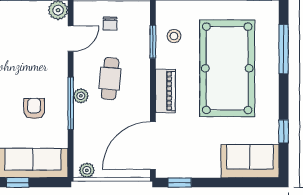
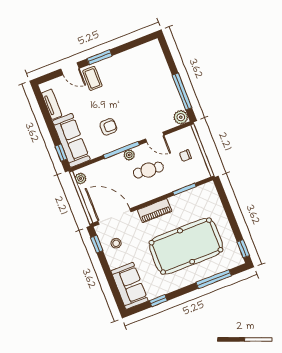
stool: (174, 36) -> (116, 243), moved
door: (71, 39) -> (155, 137), moved
window: (18, 183) -> (61, 153), moved

